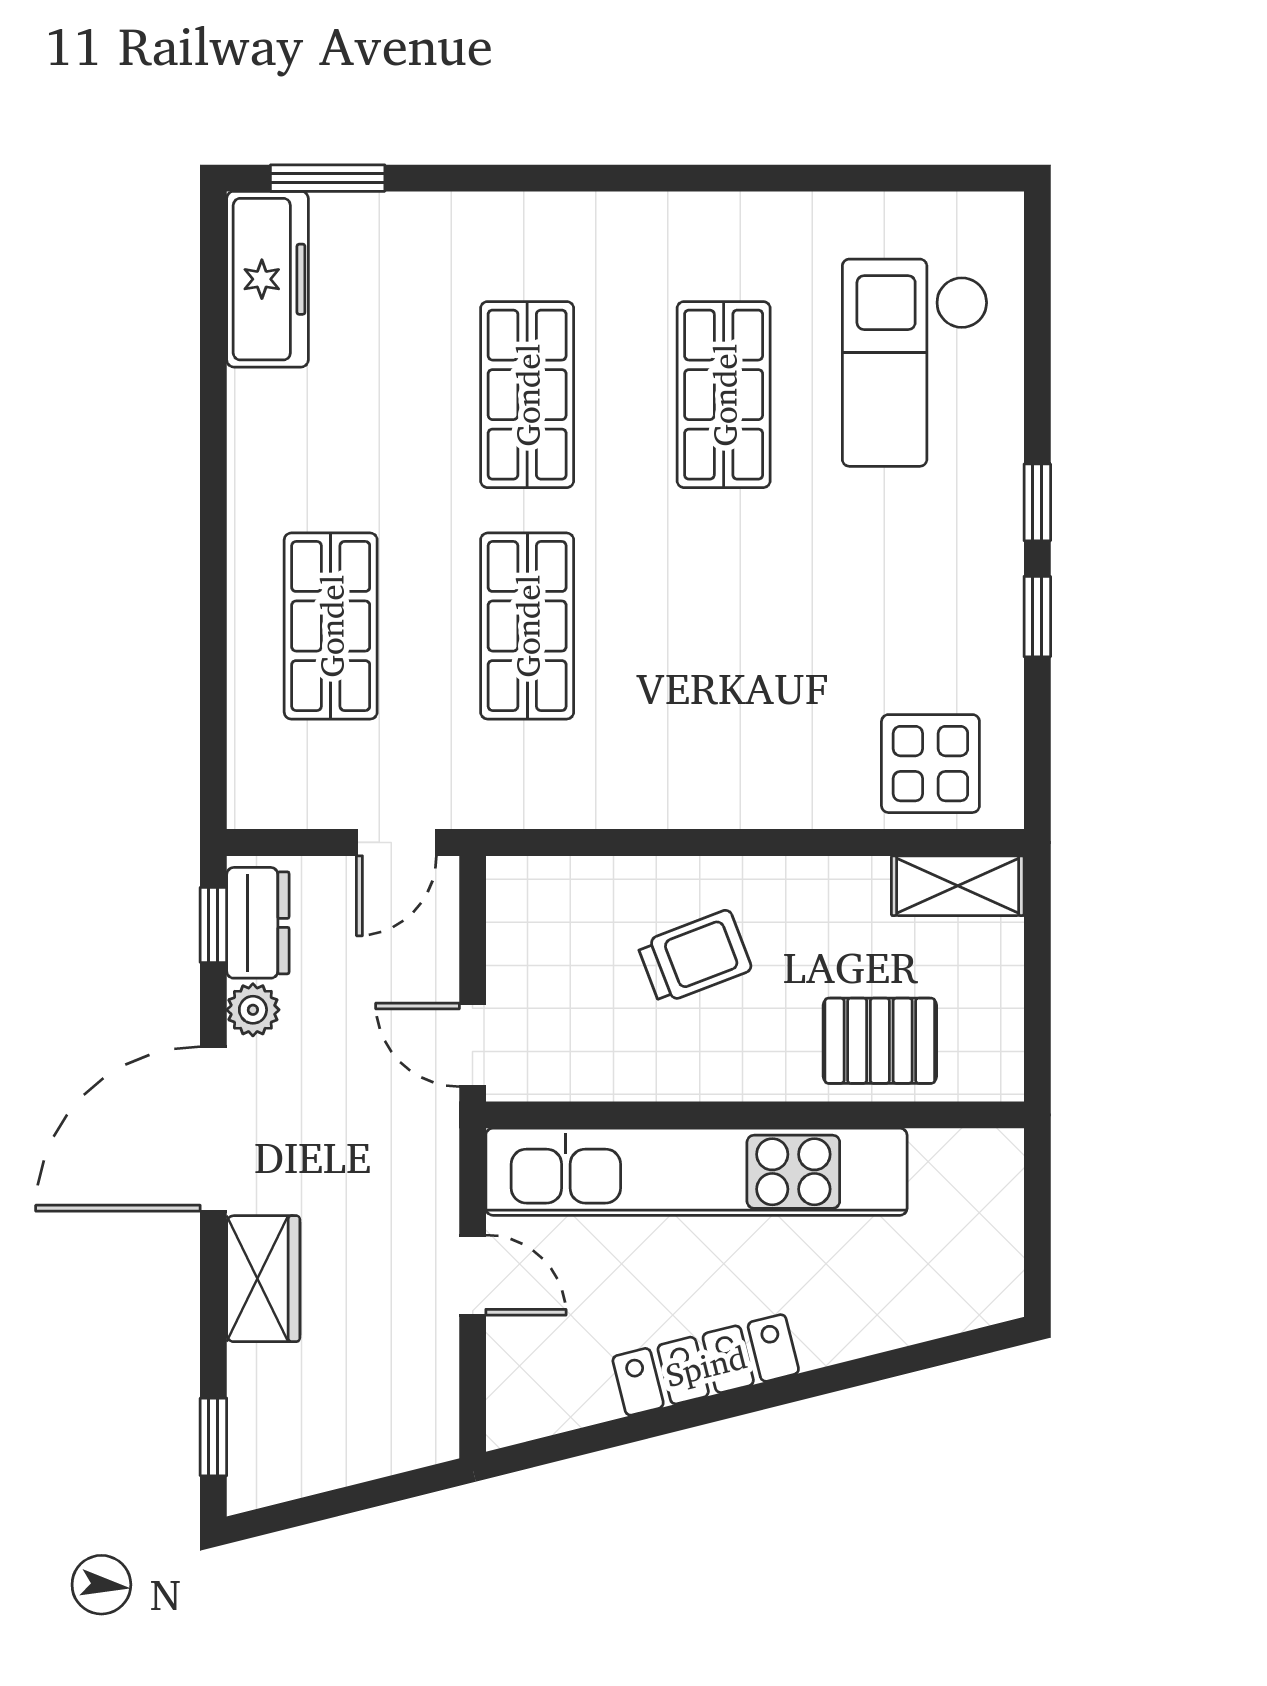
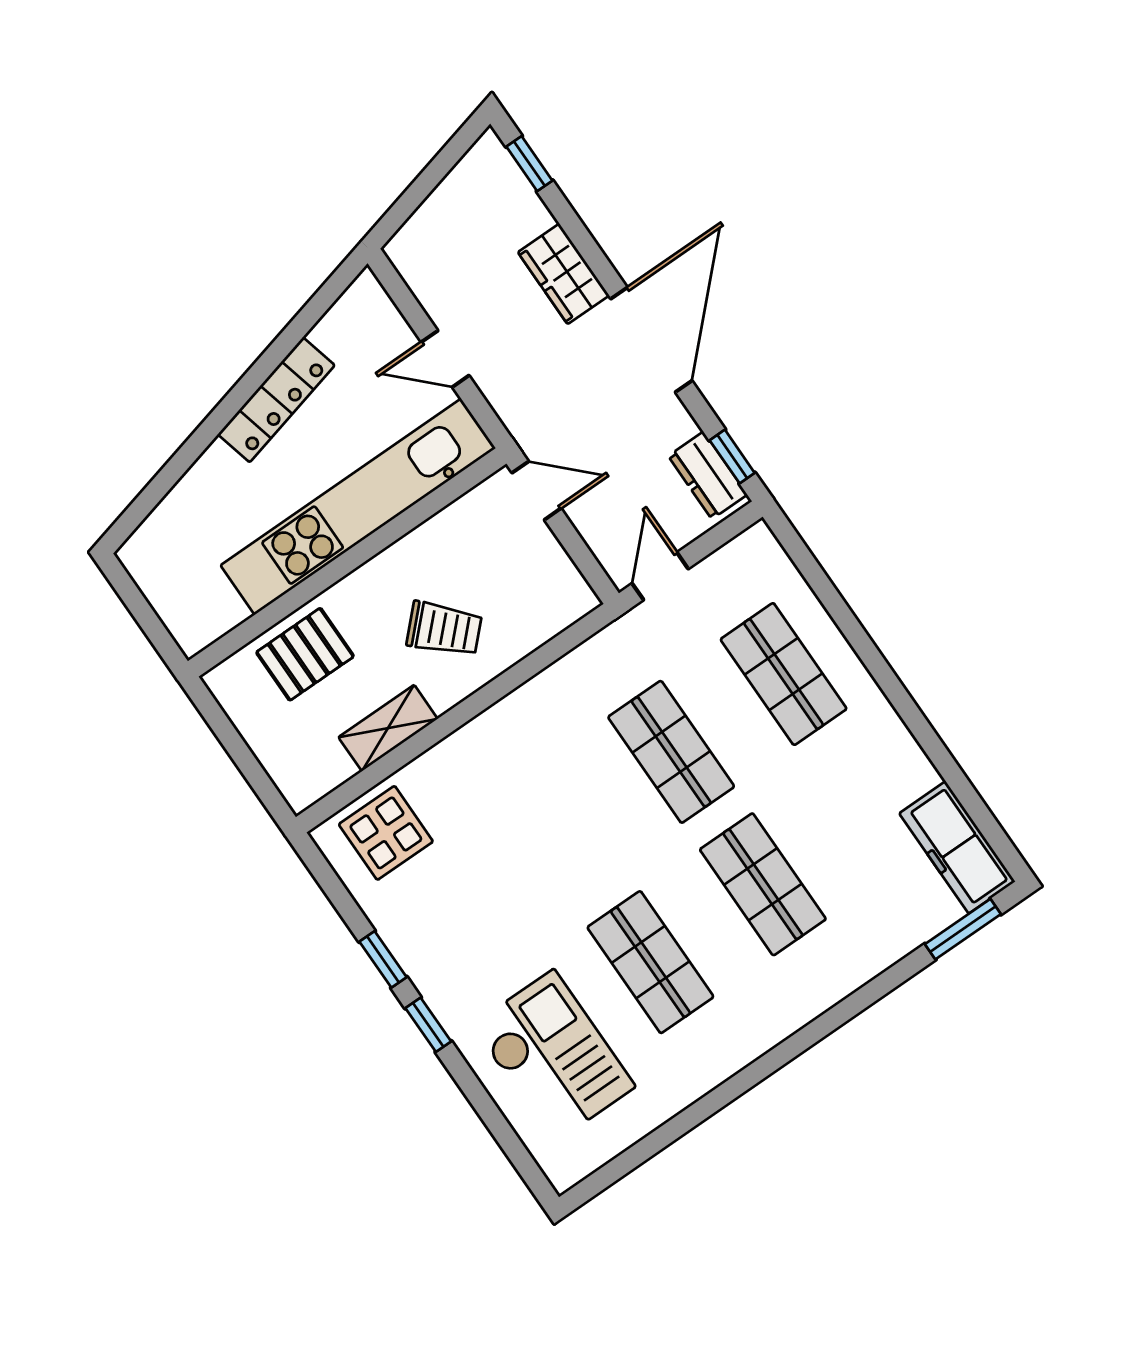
shelving: (958, 886) -> (388, 728), moved
trolley: (695, 957) -> (444, 629), turned -114
plant: (253, 1010) -> (676, 424), removed

